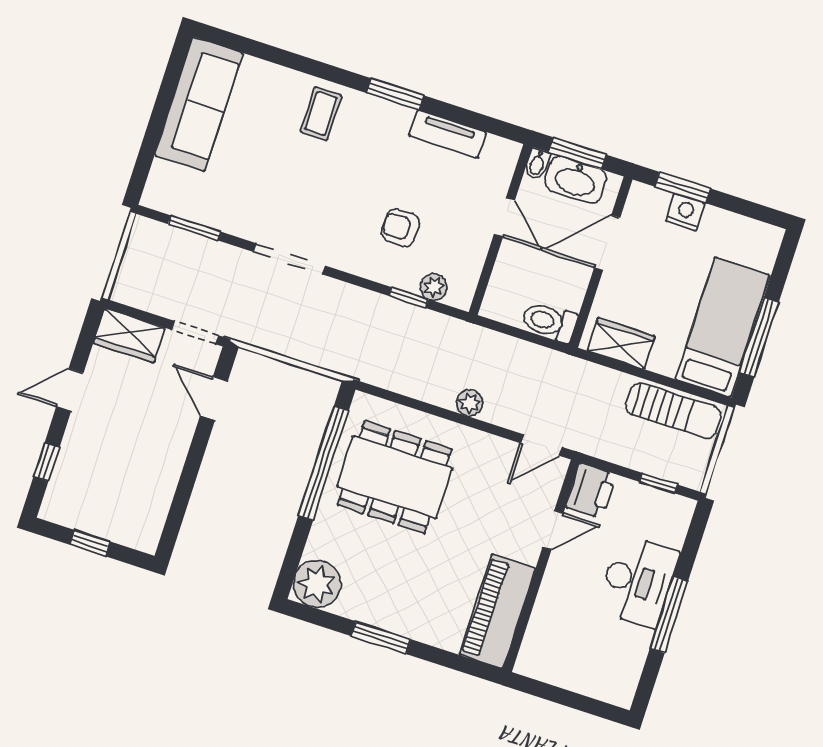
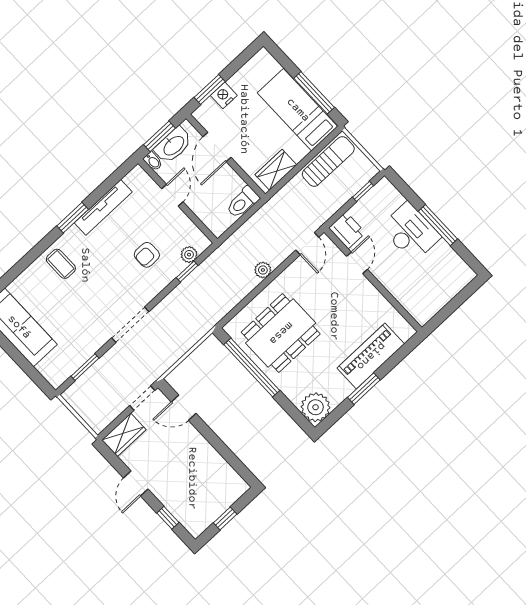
tv unit: (448, 134) -> (103, 207), width x1.41
door: (504, 217) -> (172, 195), hinge flipped
piano: (497, 611) -> (371, 356), moved, turned 90

